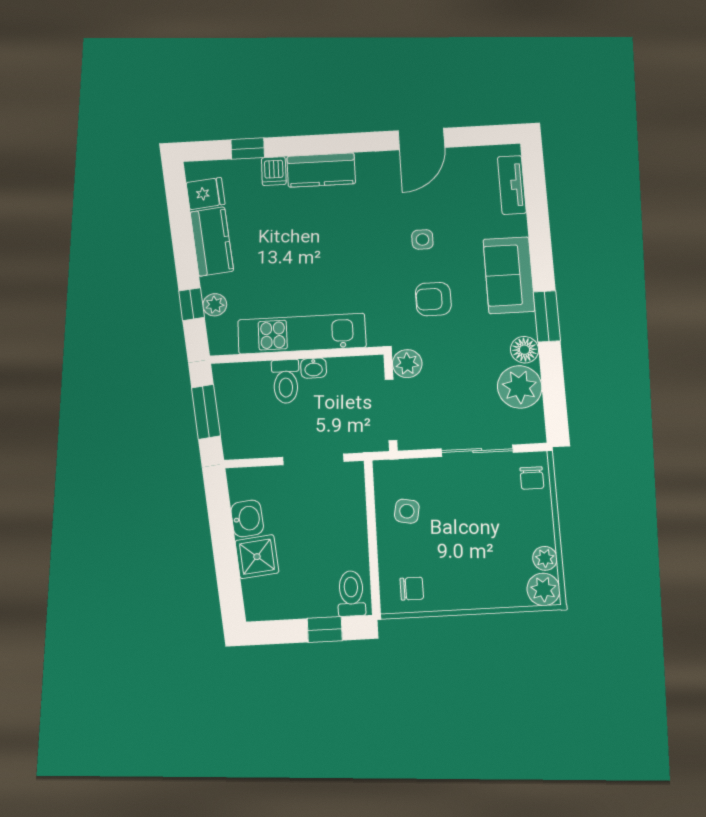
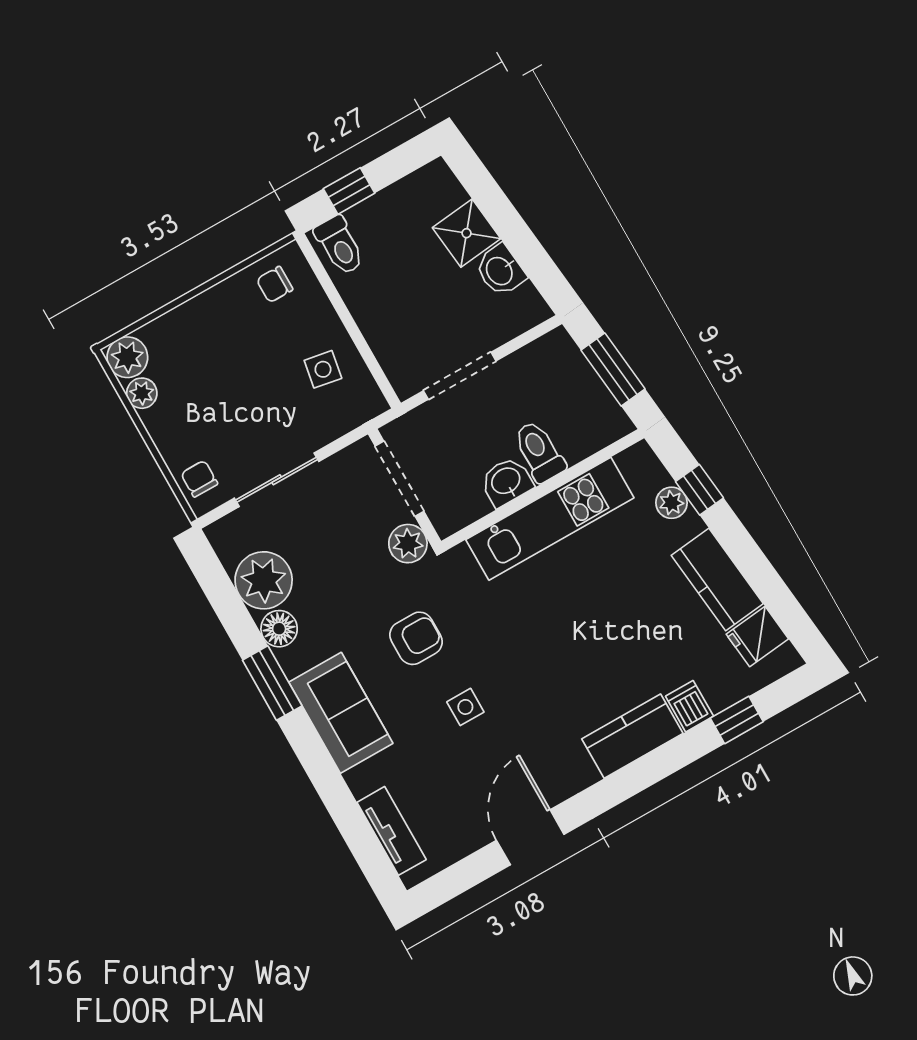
washbasin: (314, 368) -> (506, 482), width x1.38, depth x1.45

